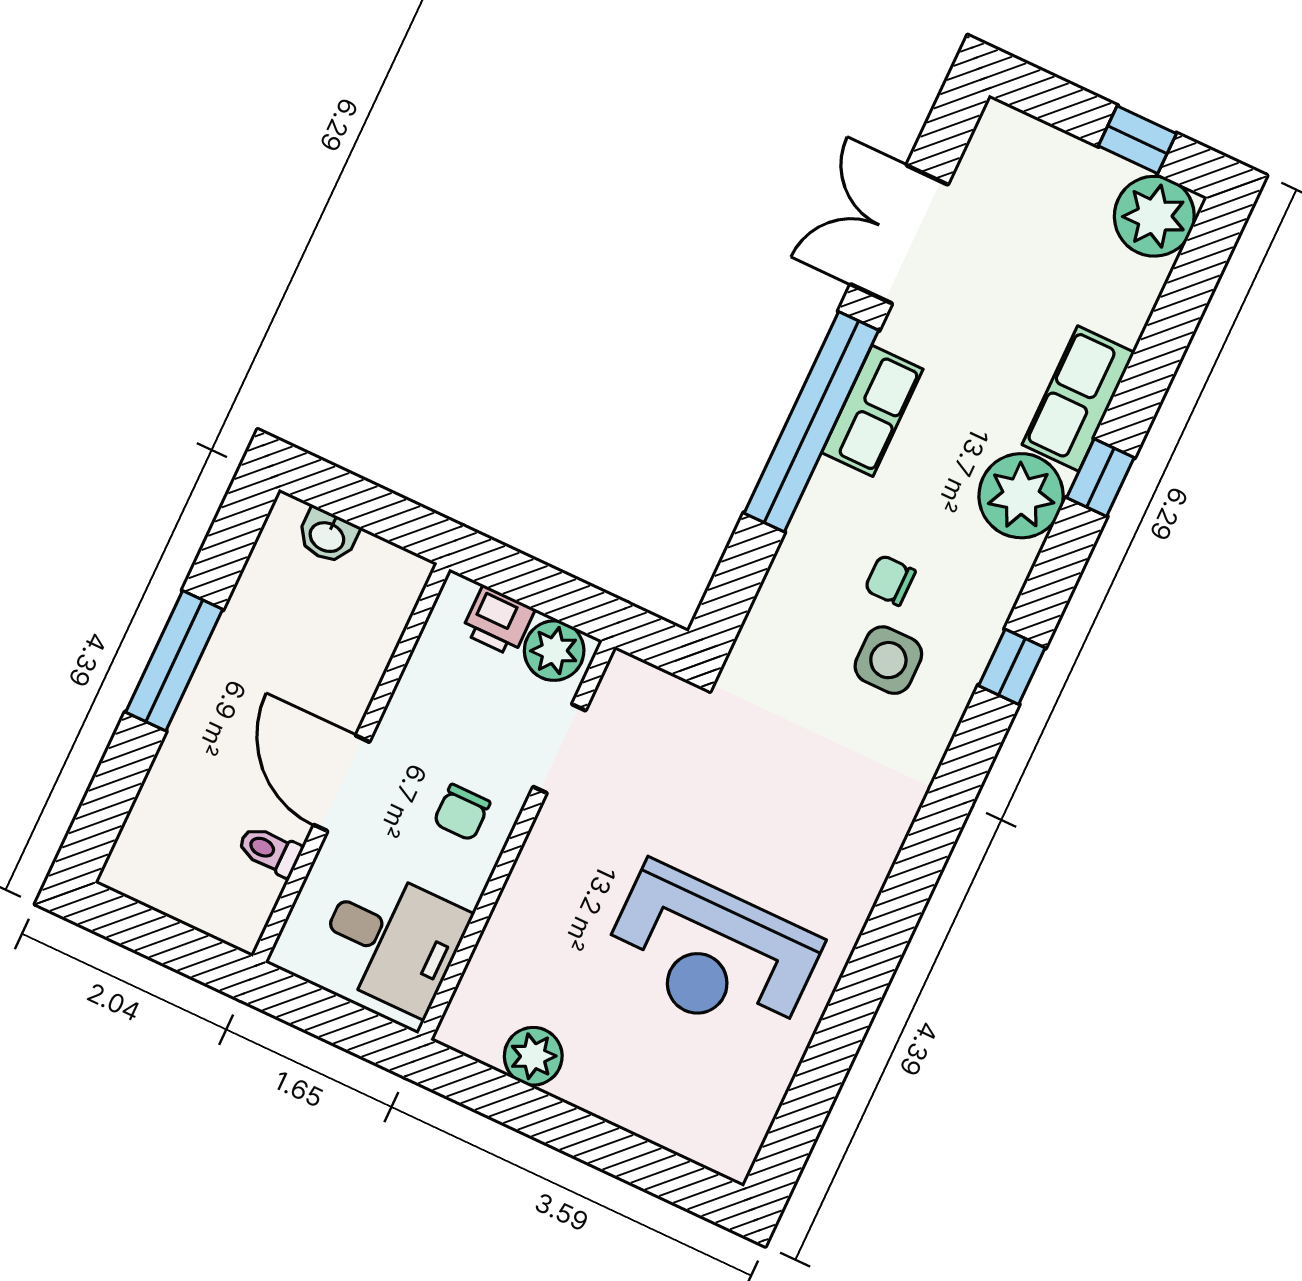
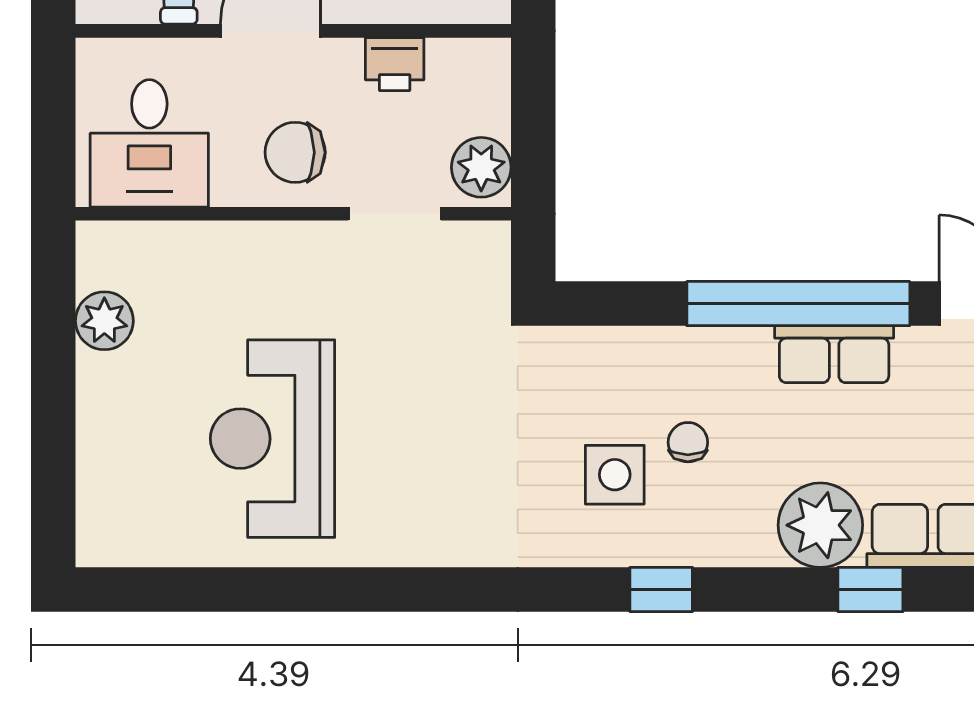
printer: (498, 621) -> (395, 64), moved, turned -90
chair: (462, 812) -> (295, 152), width x1.37, depth x1.37

